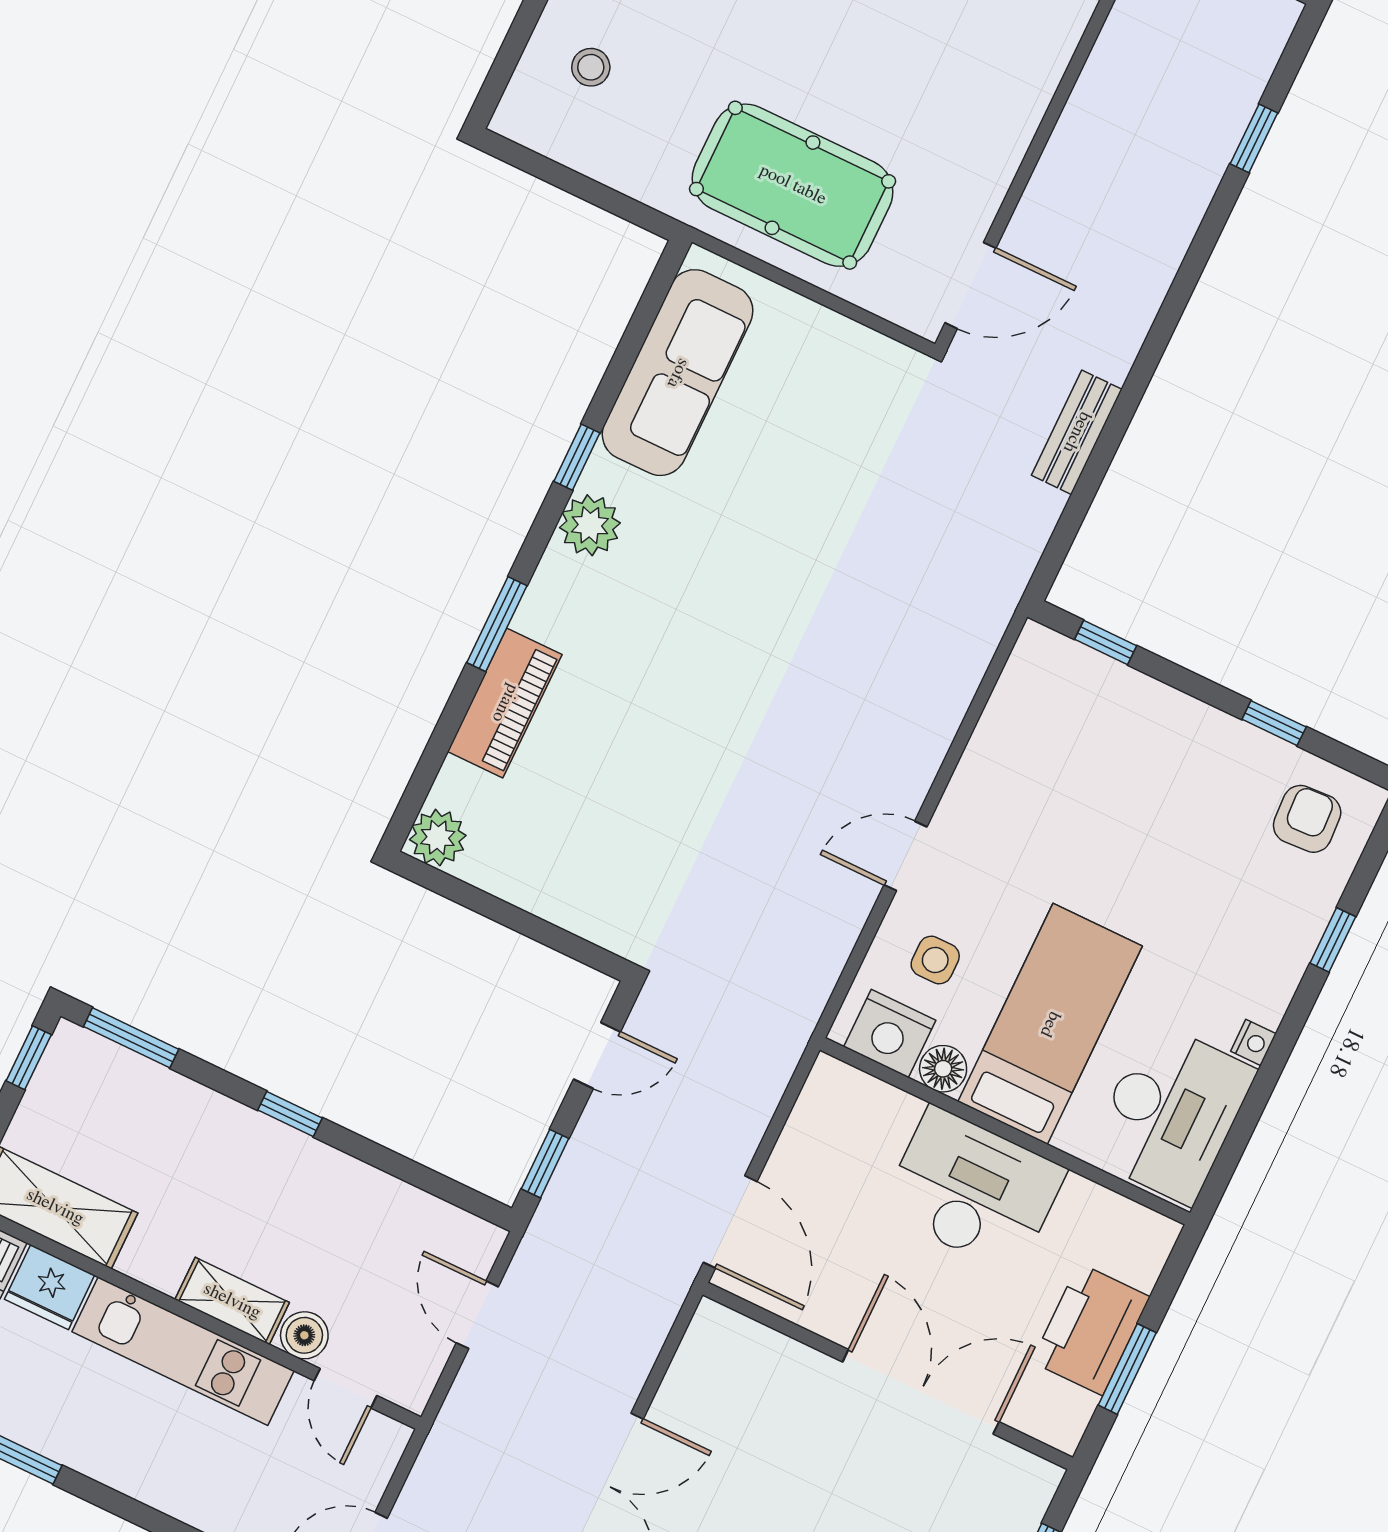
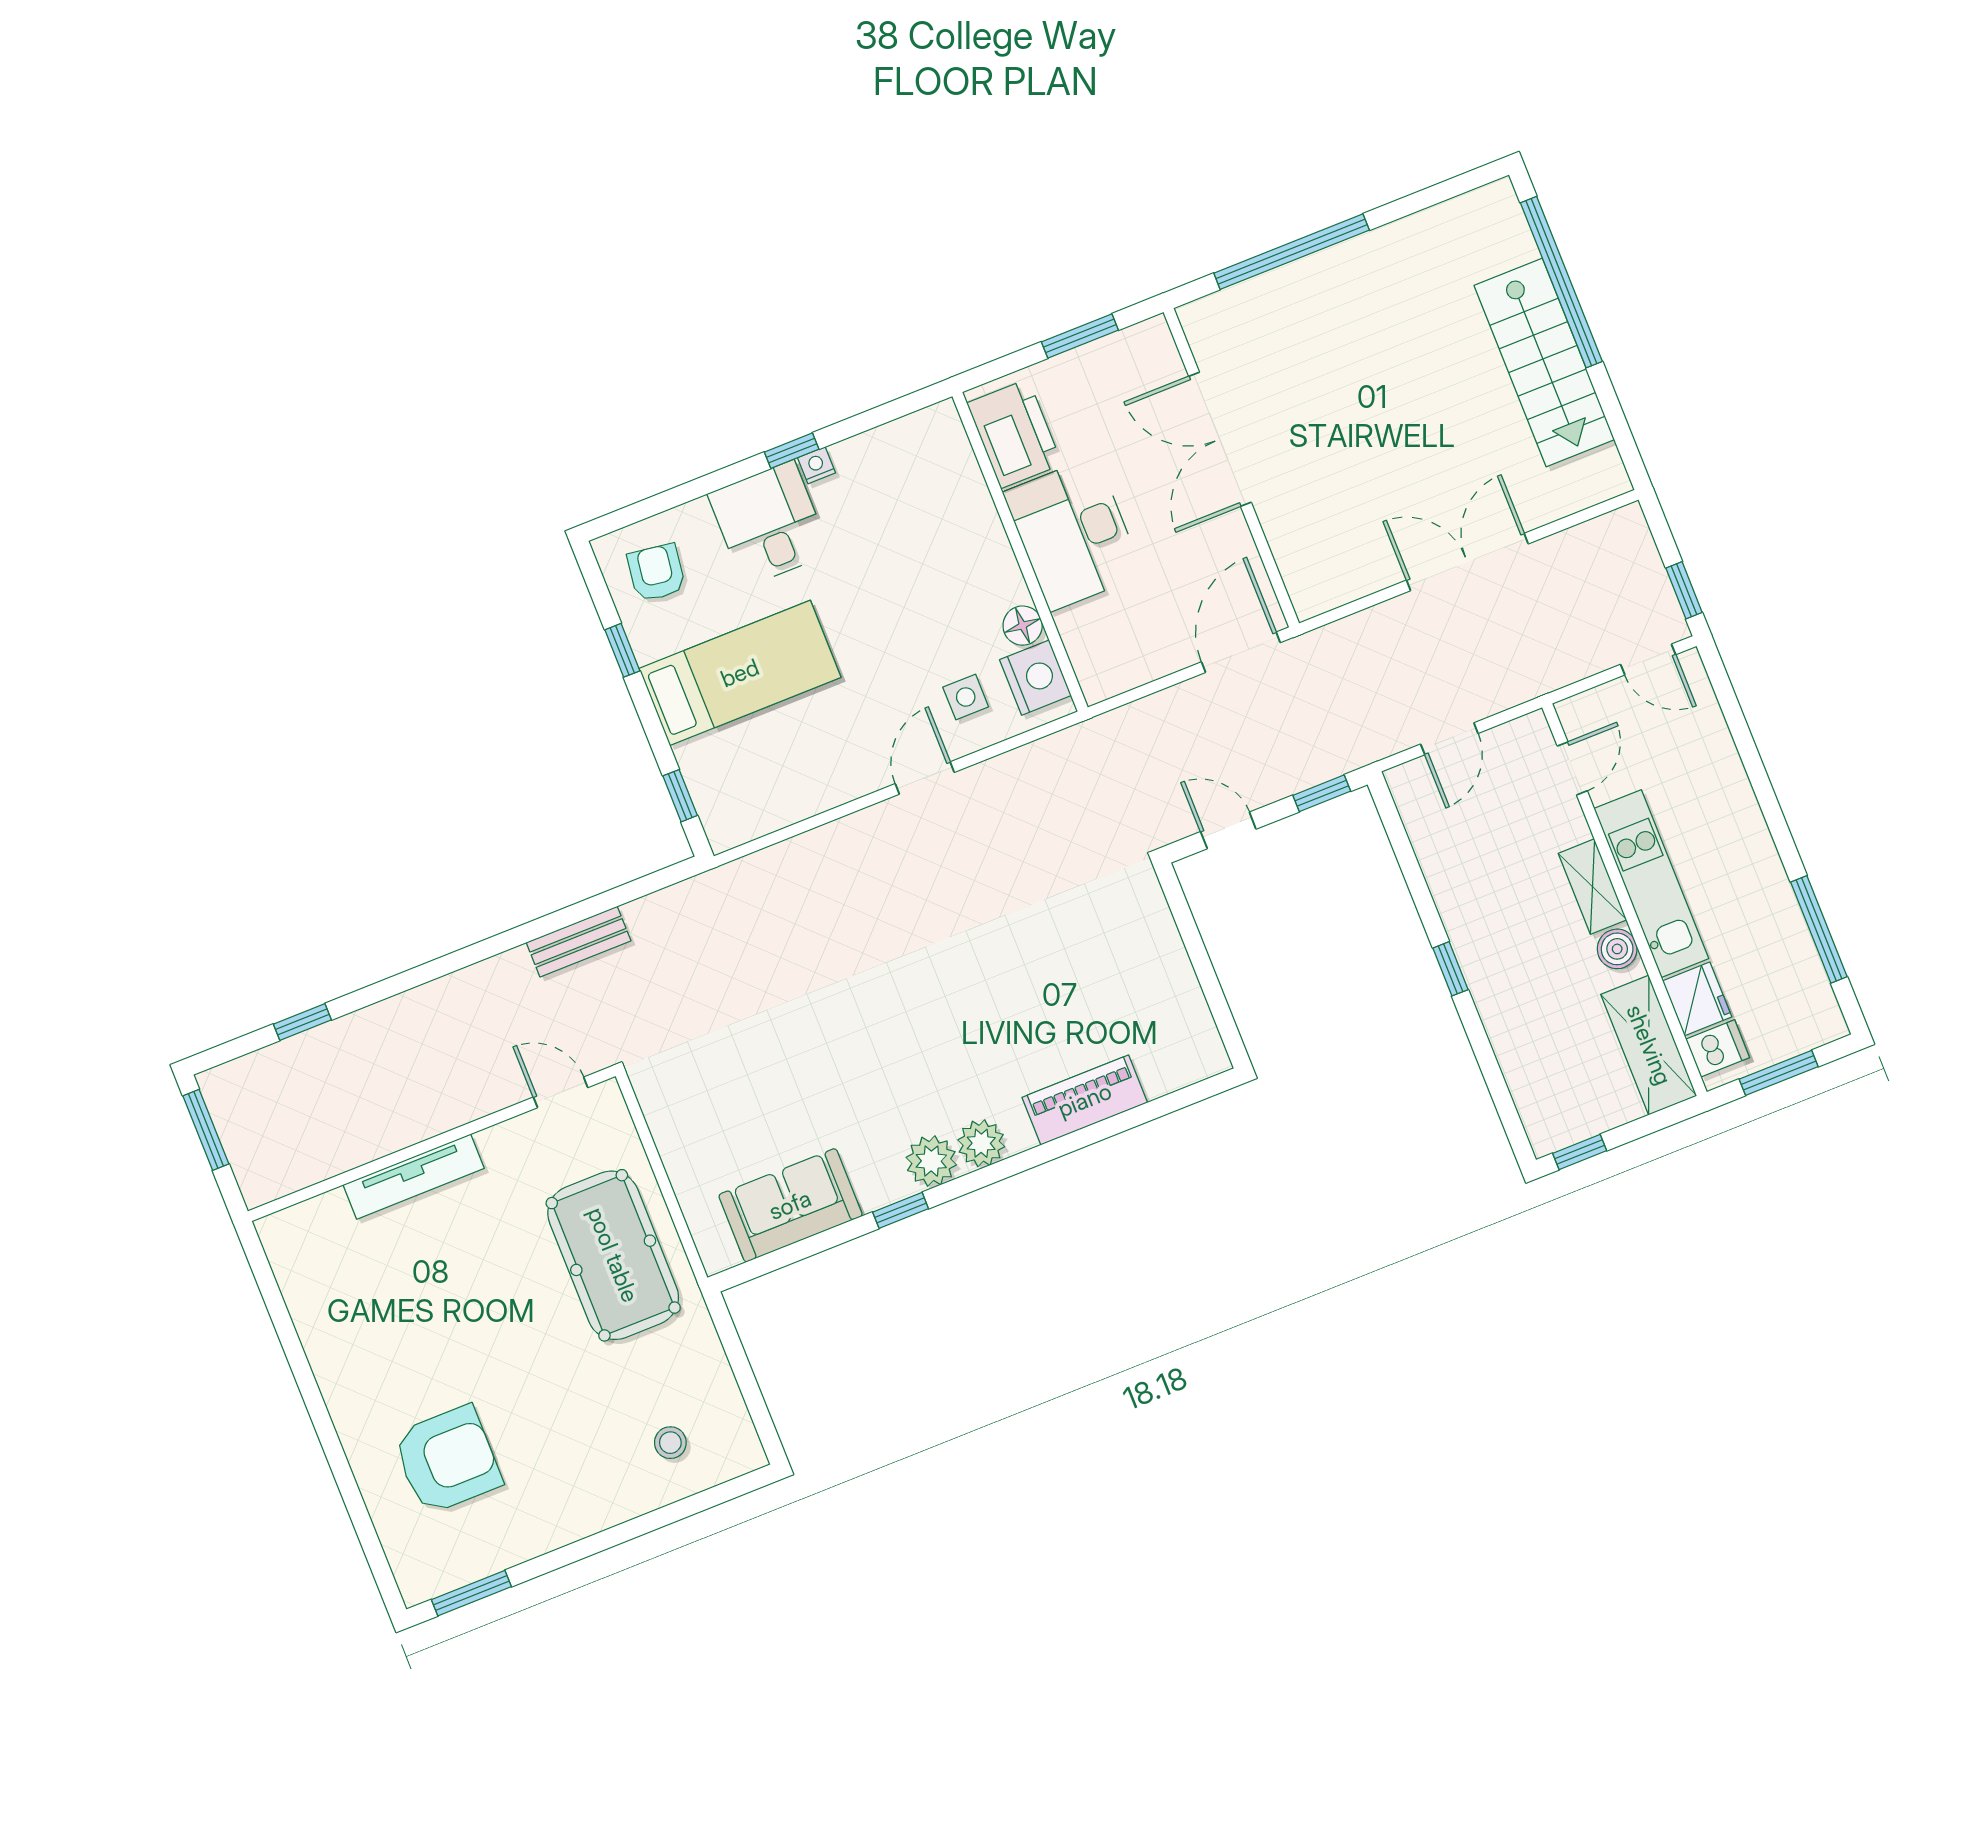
tv unit: (1031, 93) -> (414, 1177), added
door: (970, 285) -> (561, 1092), width x0.73
sofa: (678, 373) -> (790, 1205), width x0.73
window: (497, 624) -> (1045, 1153), removed
armchair: (1307, 819) -> (656, 573), turned 101
plant: (438, 838) -> (981, 1143), moved
door: (906, 856) -> (925, 778), swing flipped
window: (1333, 940) -> (792, 451), moved
bed: (1050, 1024) -> (740, 673), moved, turned 180
window: (131, 1038) -> (1505, 1106), removed
desk: (1171, 1113) -> (769, 524), moved, width x0.73
printer: (1091, 1329) -> (1014, 434), moved, turned -90
boiler: (304, 1335) -> (1617, 949), moved

